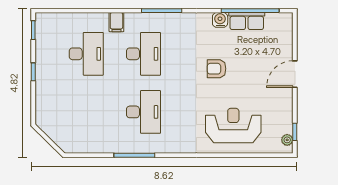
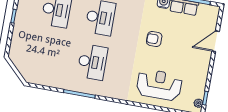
door: (295, 74) -> (216, 41), moved

